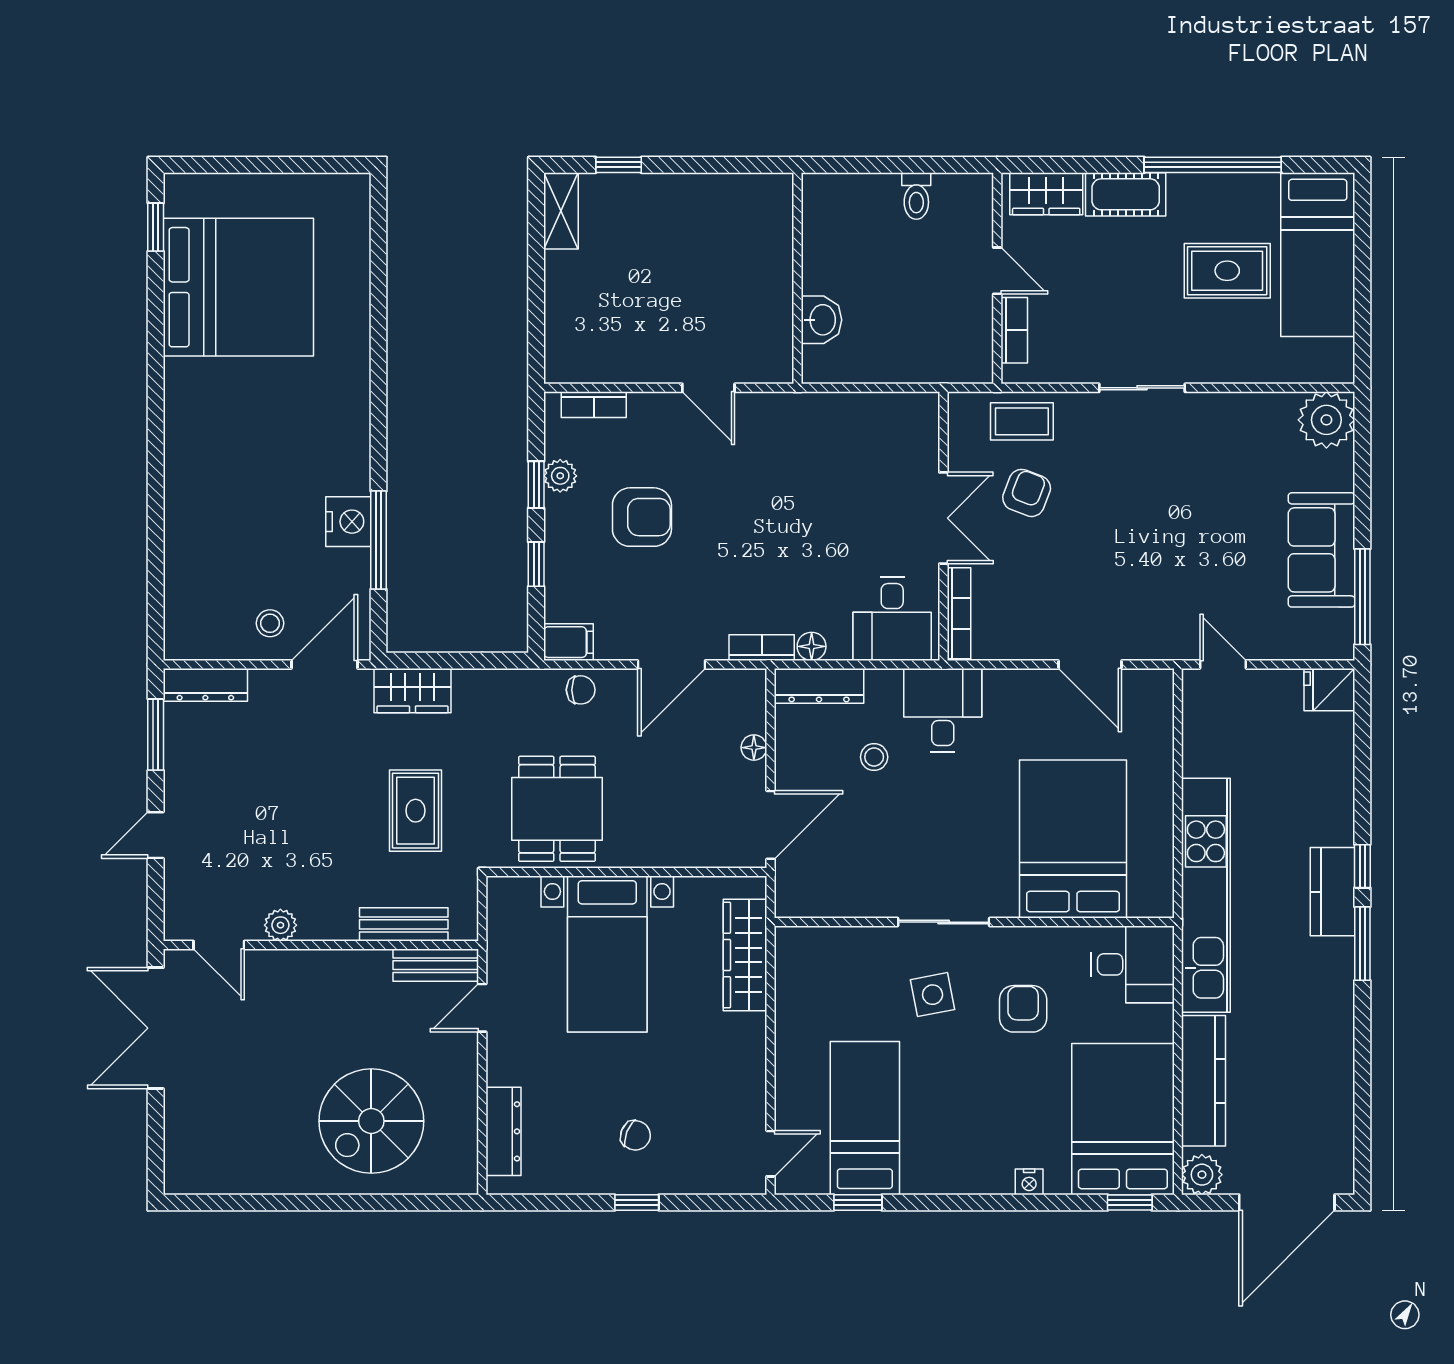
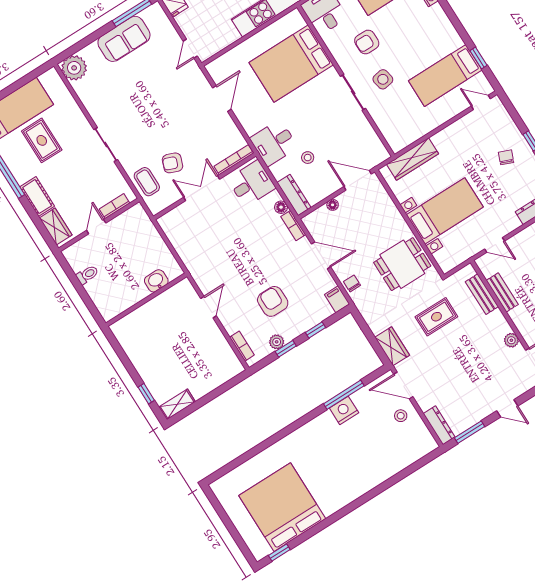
bench: (436, 965) -> (502, 292), moved

